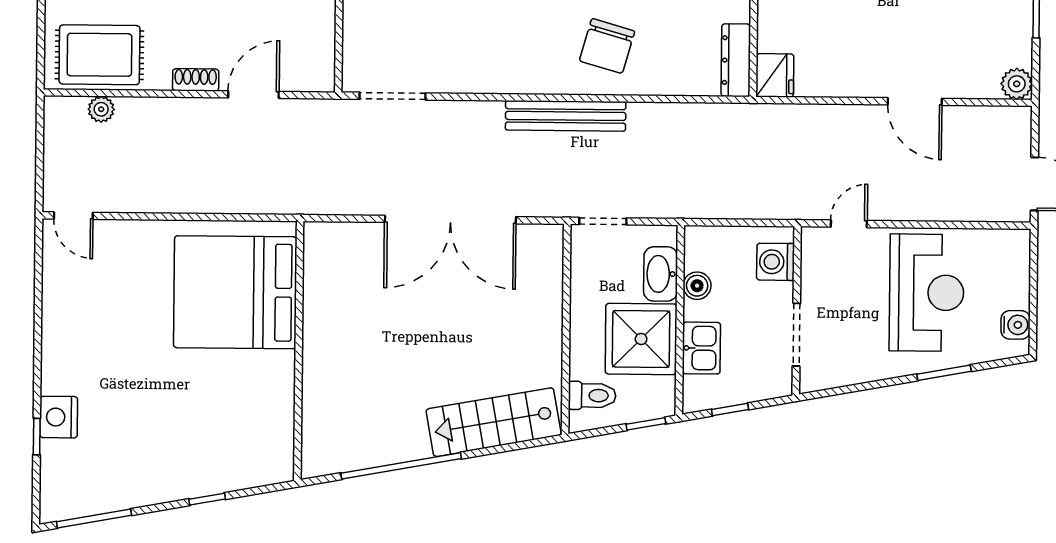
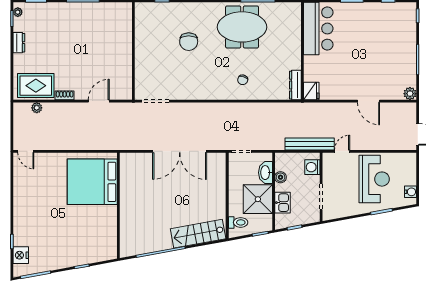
chair: (607, 46) -> (243, 80), width x0.54, depth x0.54
shoe rack: (196, 80) -> (65, 95), moved
bench: (566, 116) -> (310, 144), moved
nightstand: (59, 417) -> (21, 255), moved

